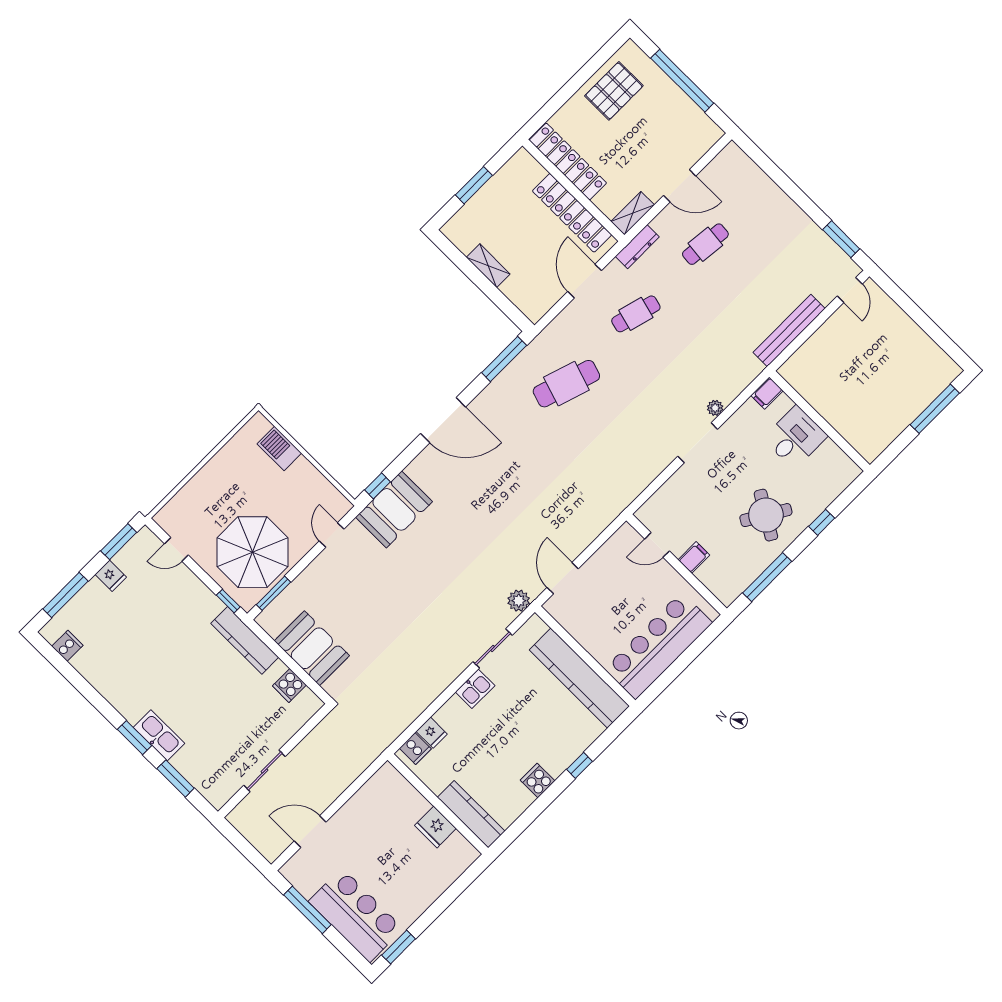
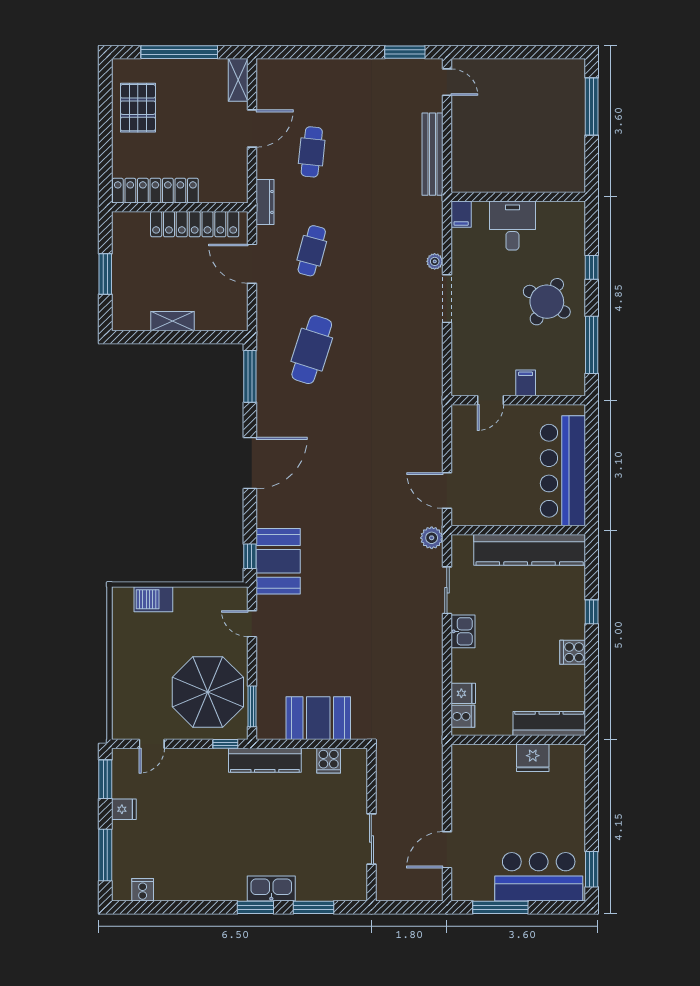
shelving: (633, 213) -> (238, 80), moved

